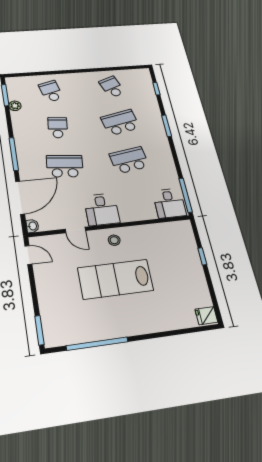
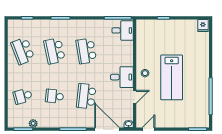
school desk: (112, 87) -> (23, 51), width x1.85

